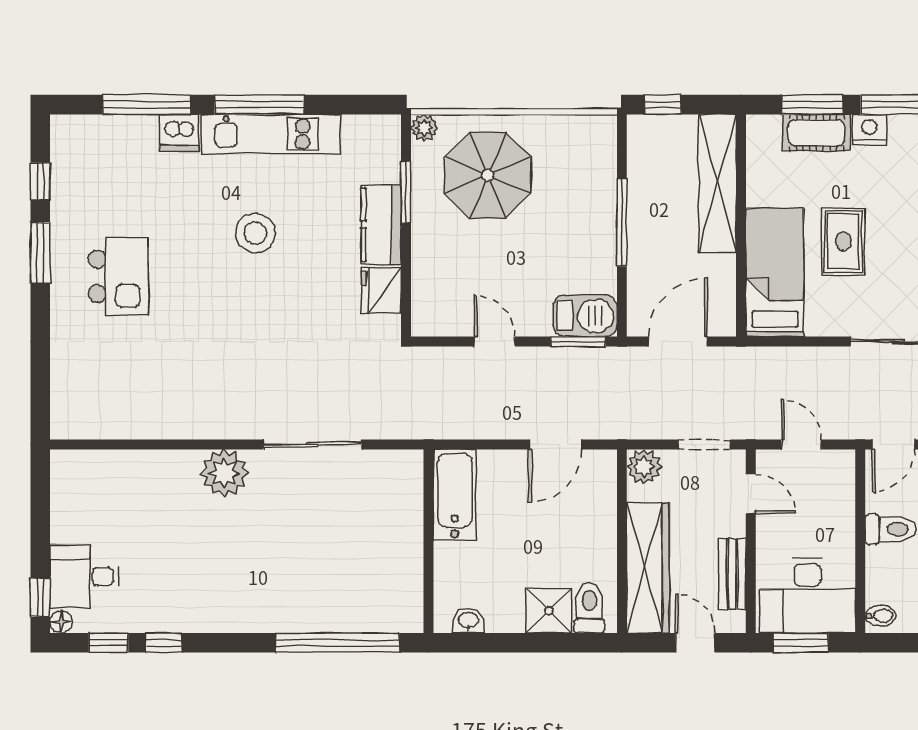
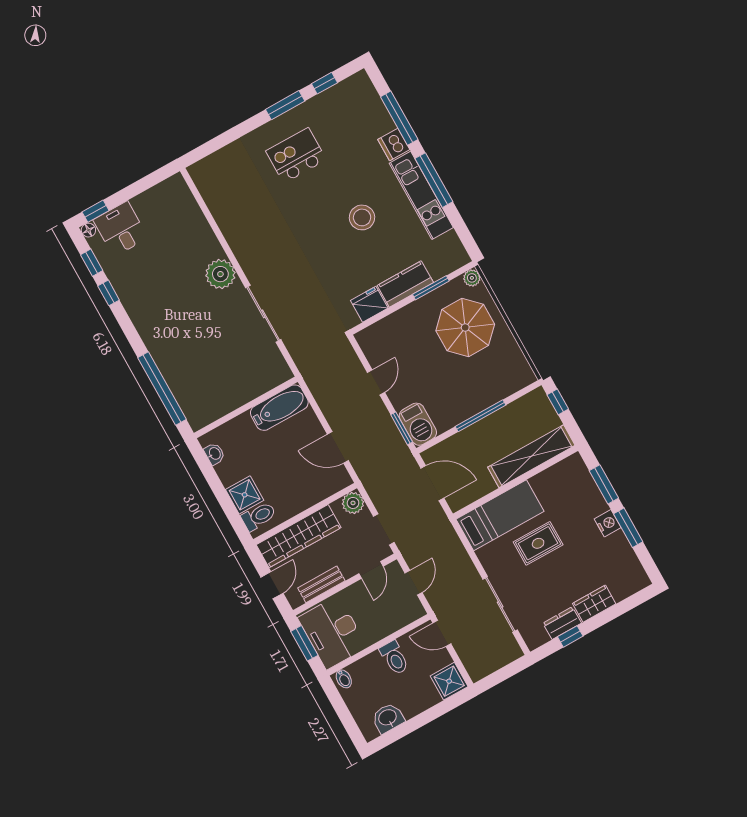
cot: (816, 133) -> (590, 495), removed
kitchen island: (118, 276) -> (296, 155), turned 180

